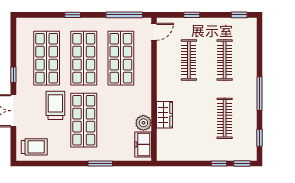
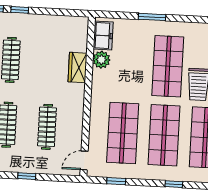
window: (124, 15) -> (116, 181), width x0.46
window: (192, 15) -> (27, 176), moved

